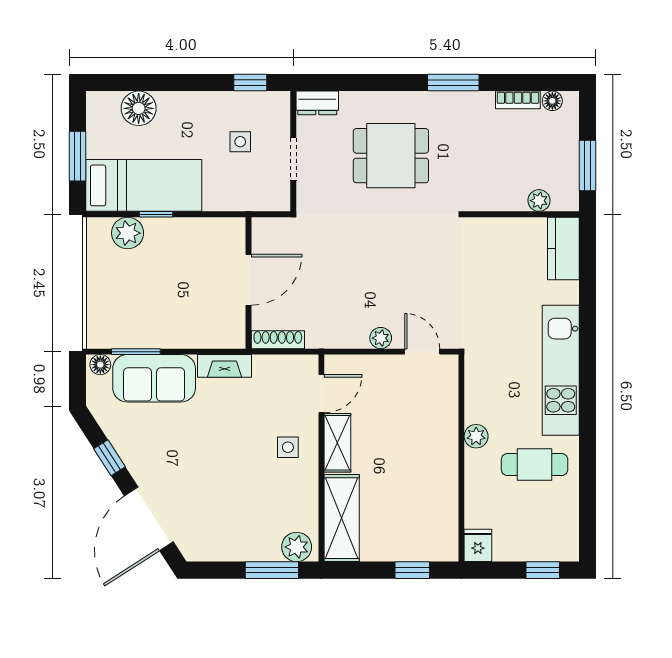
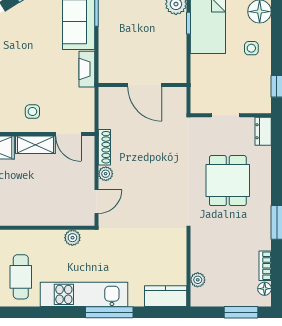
side table: (240, 142) -> (251, 48), moved
window: (588, 166) -> (241, 312), moved
window: (588, 332) -> (109, 312), added
shoe rack: (278, 340) -> (104, 147), moved
plant: (476, 436) -> (72, 238), moved

